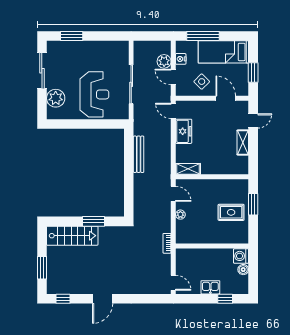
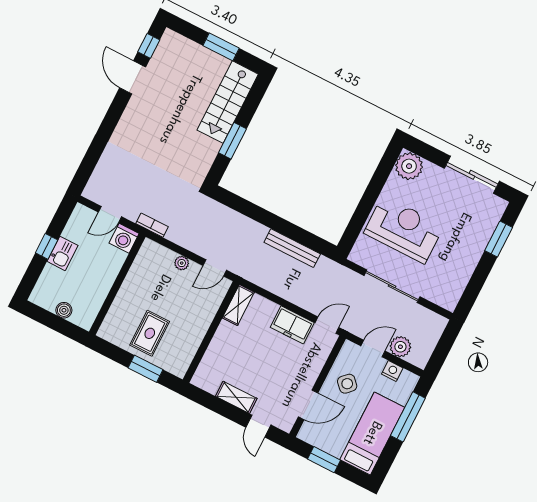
reception desk: (94, 94) -> (404, 229), turned 180
plant: (56, 98) -> (409, 166), moved
washing machine: (241, 256) -> (124, 238), moved, turned 180
window: (42, 268) -> (221, 47), moved
door: (173, 283) -> (110, 214), moved
door: (103, 299) -> (133, 77), moved
window: (225, 299) -> (47, 246), moved

